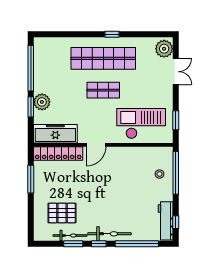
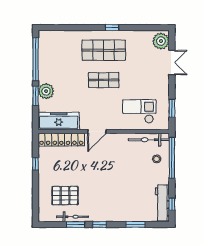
shop shelf: (103, 58) -> (104, 50), width x0.71
checkout: (141, 124) -> (139, 111), width x0.73, depth x0.83
window: (31, 179) -> (36, 164), width x0.46
bicycle: (109, 234) -> (149, 140), moved, turned 180
window: (137, 244) -> (135, 224), width x0.47

